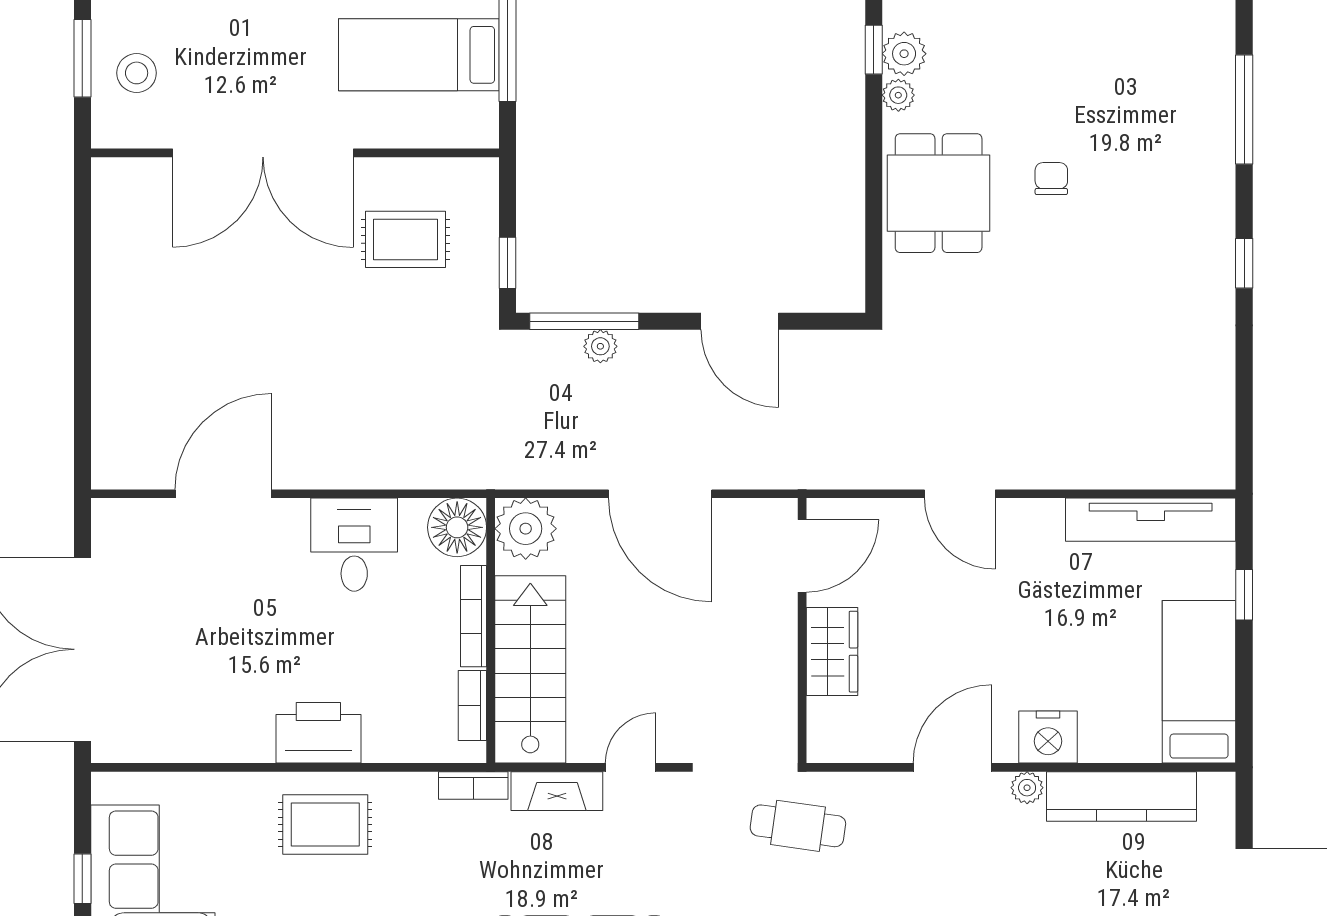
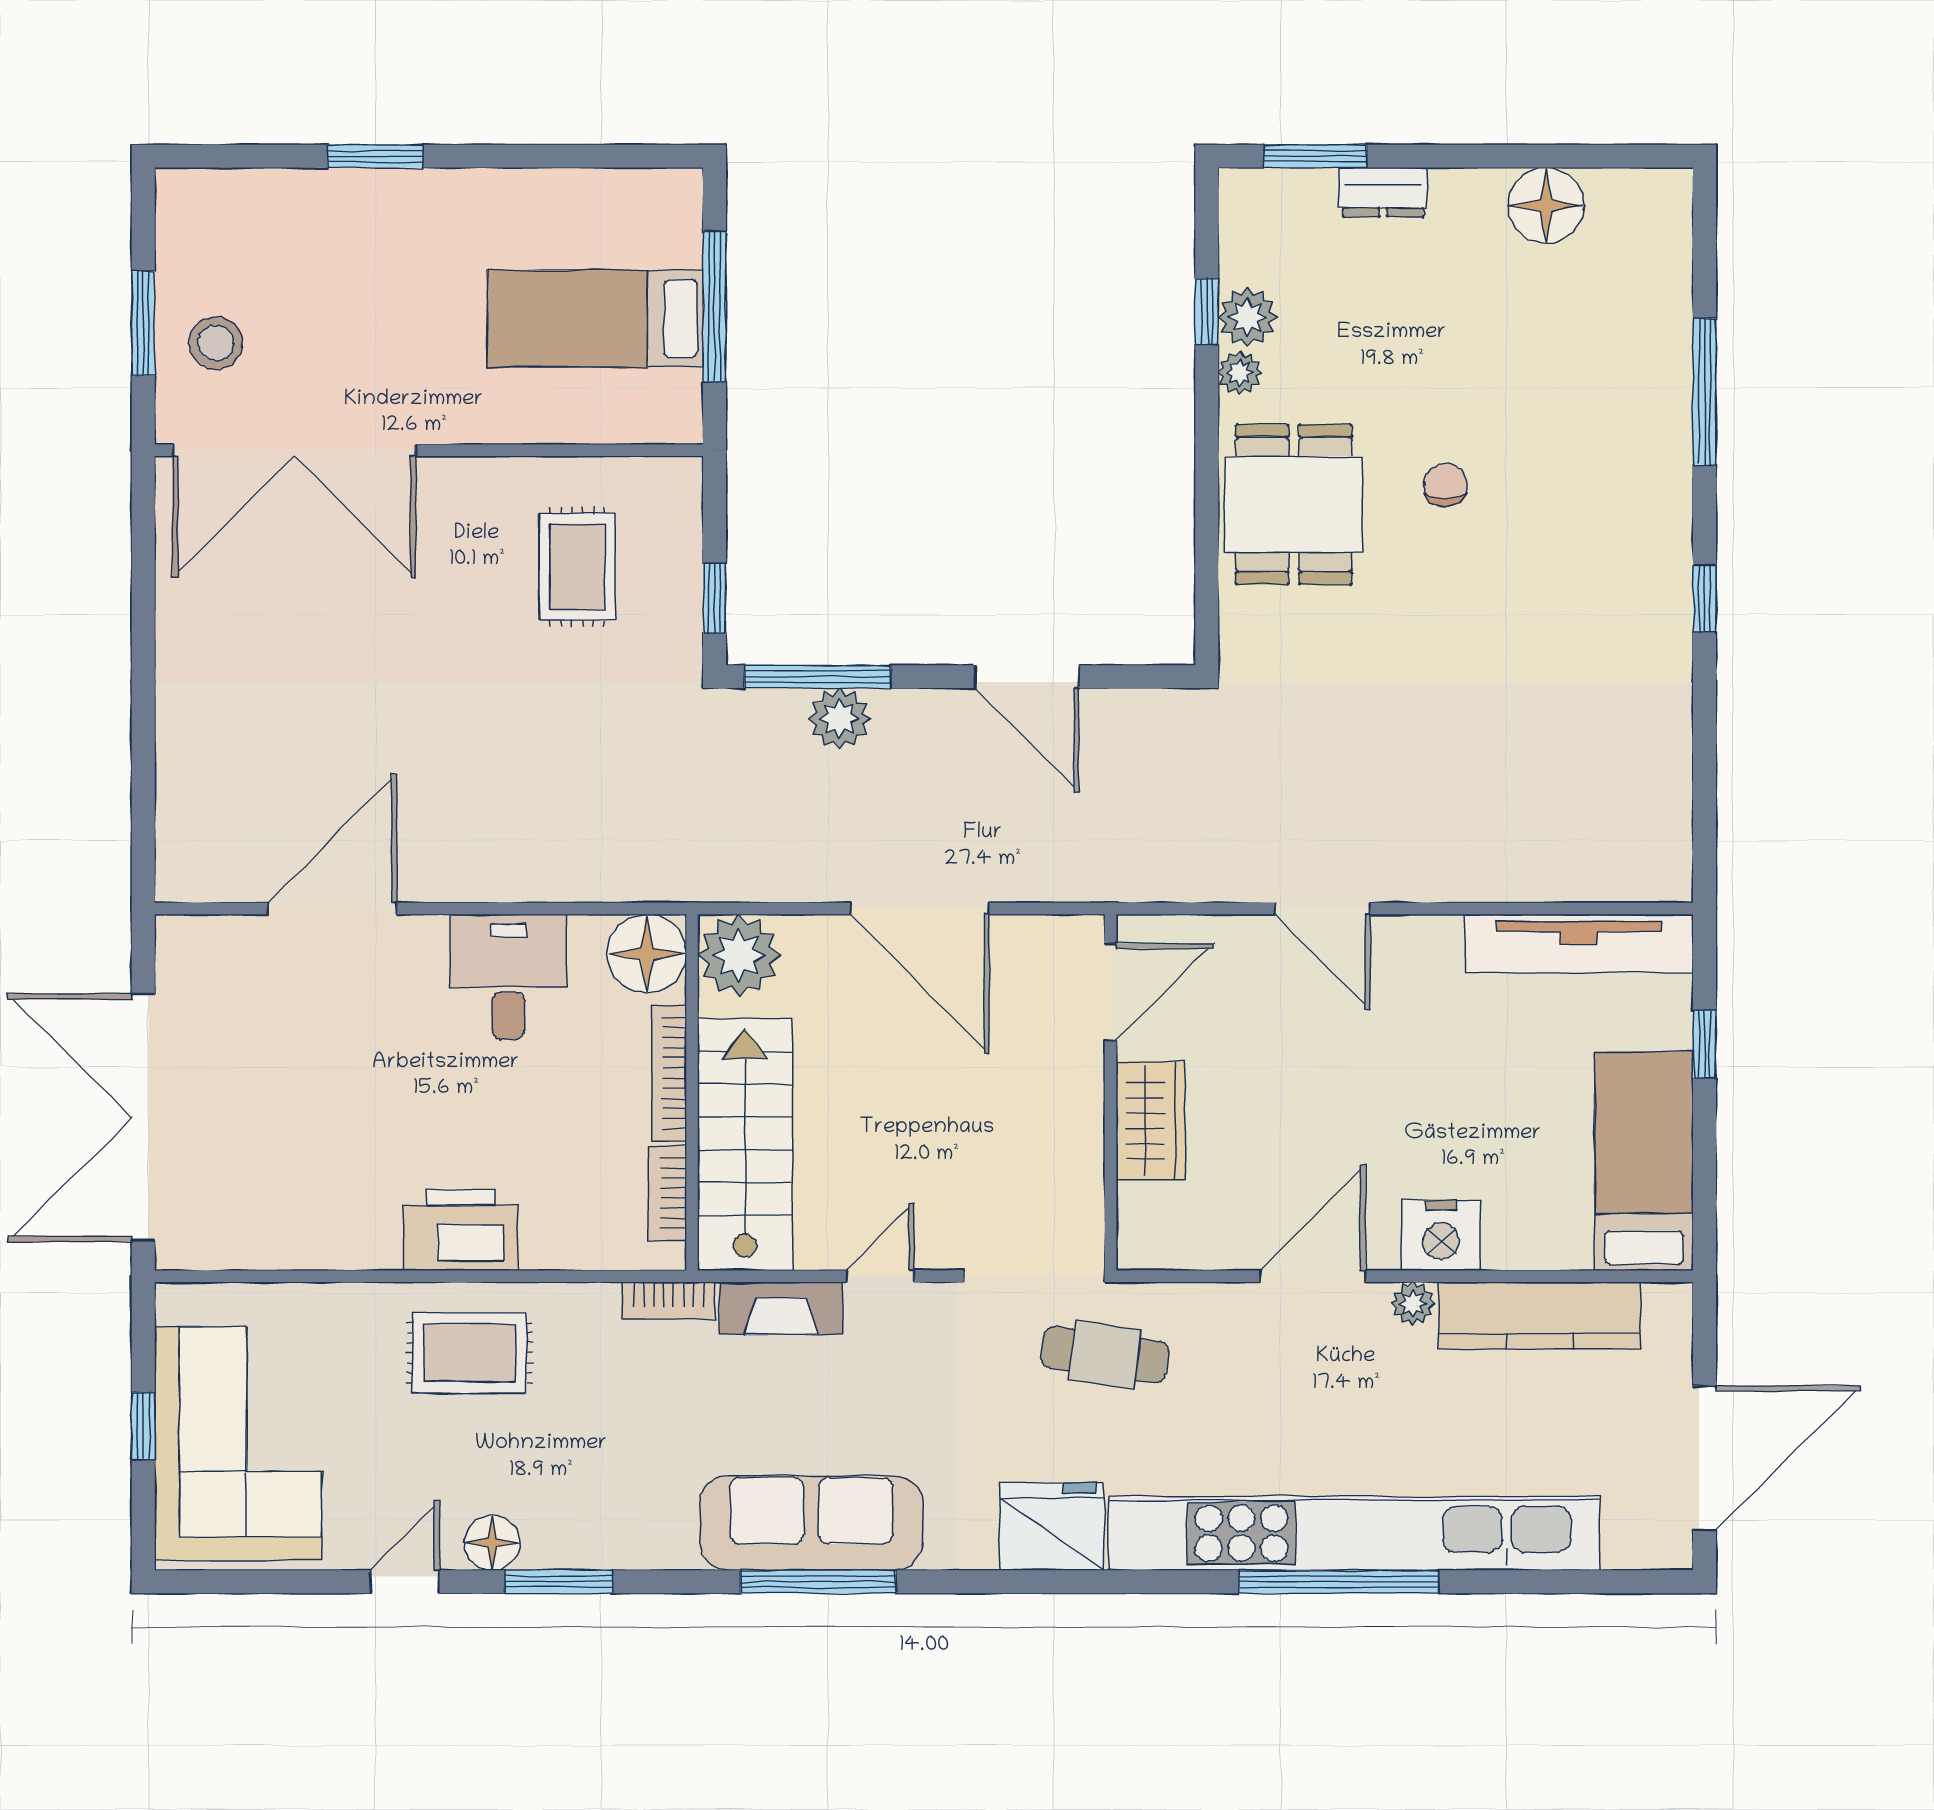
double door: (263, 153) -> (294, 450), moved
rug: (405, 239) -> (577, 567), turned 90
plant: (600, 346) -> (839, 719), width x1.38, depth x1.38

